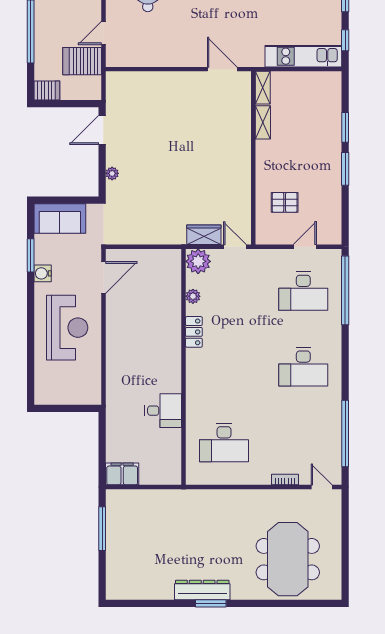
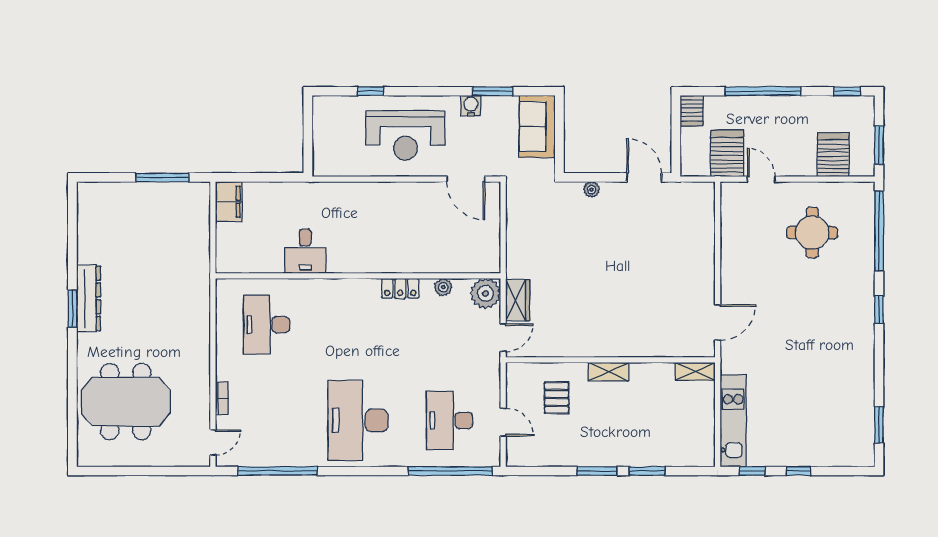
shelving: (263, 122) -> (608, 372), moved
window: (31, 357) -> (370, 91), added
desk: (303, 367) -> (358, 420), width x1.36, depth x1.30

